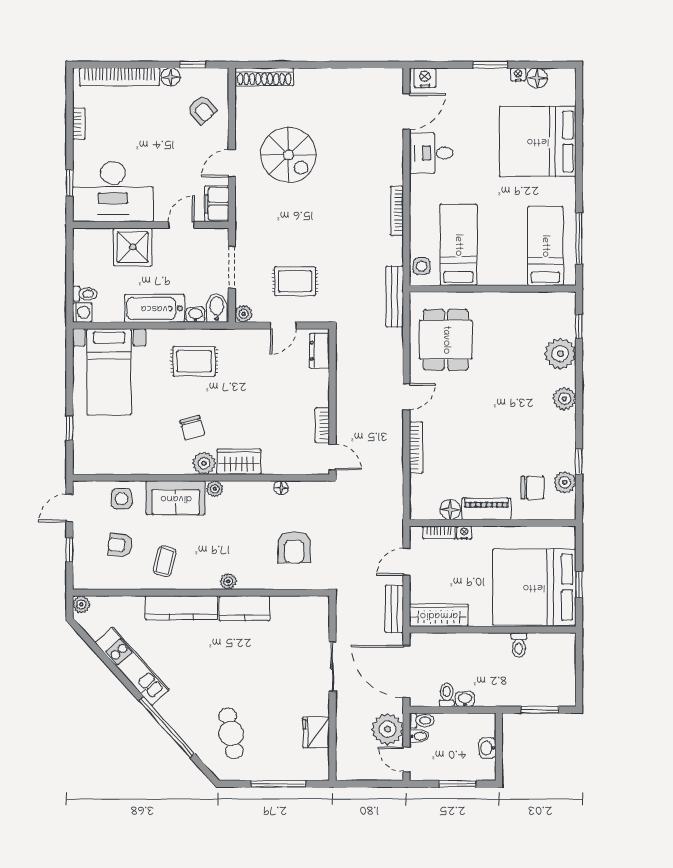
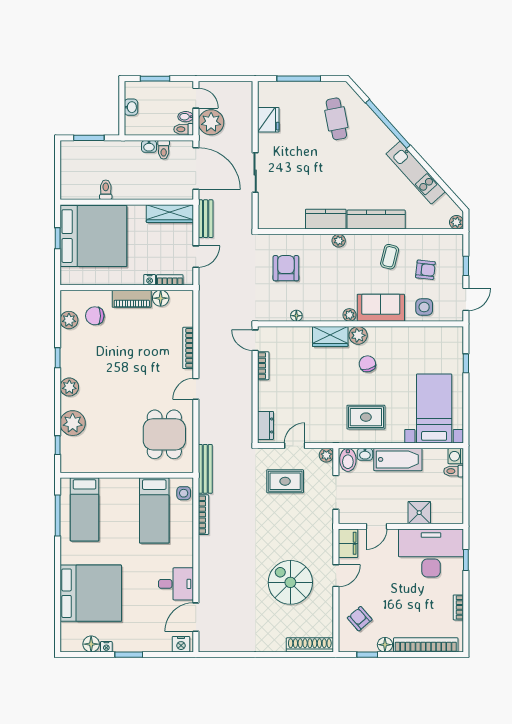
bookcase: (397, 211) -> (203, 515), moved
shower: (133, 247) -> (419, 513), width x0.73, depth x0.73
window: (579, 462) -> (58, 358), moved

